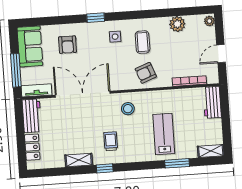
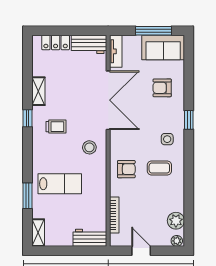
plant: (177, 24) -> (176, 221), moved
window: (16, 70) -> (154, 31), moved
armchair: (146, 73) -> (126, 169), turned 111

